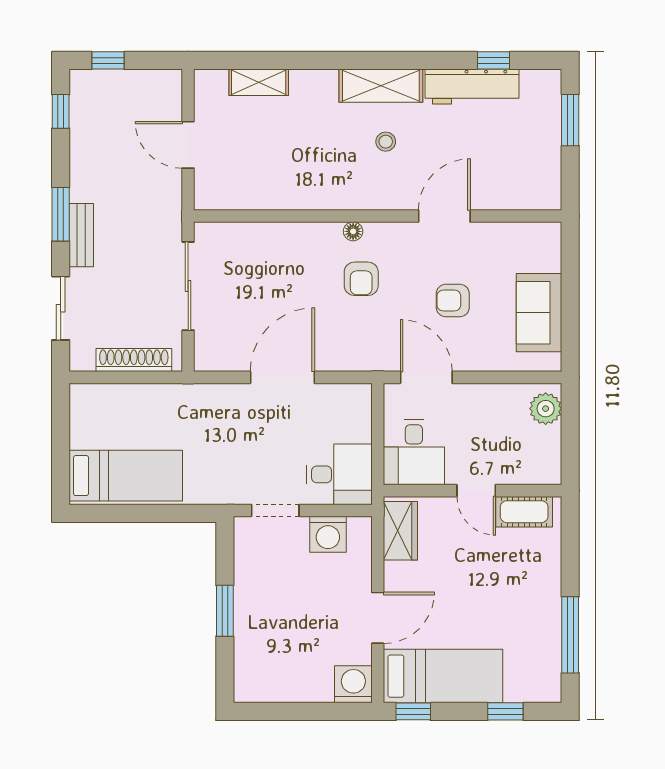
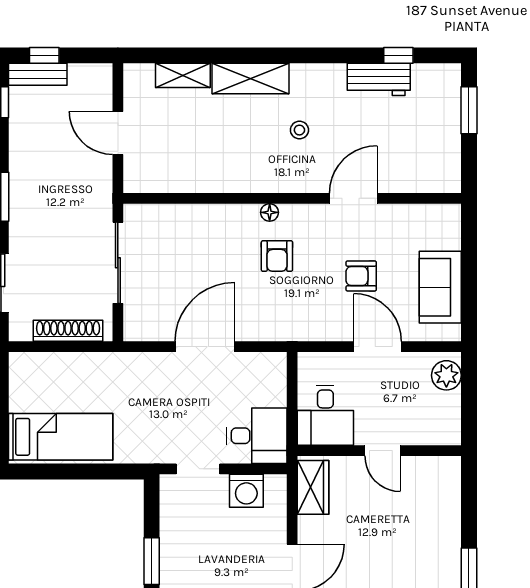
shelving: (381, 86) -> (251, 79), moved
workbench: (472, 86) -> (379, 79), width x0.73
bench: (81, 235) -> (38, 74), moved, turned 90
door: (426, 377) -> (378, 347), moved
cot: (524, 512) -> (427, 470), removed

